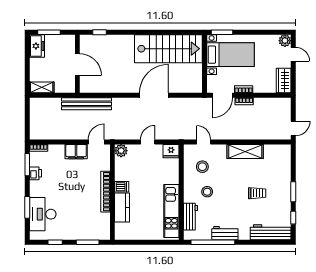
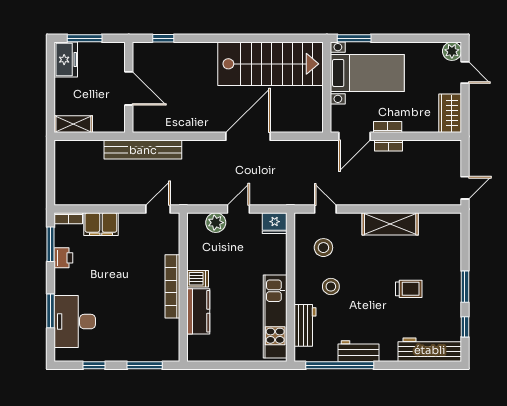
plant: (121, 151) -> (216, 223), moved
filing cabinet: (76, 152) -> (101, 224), moved

